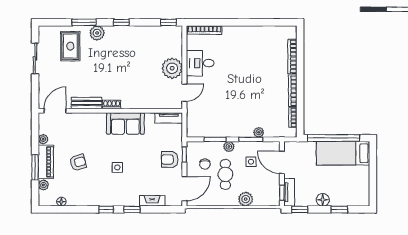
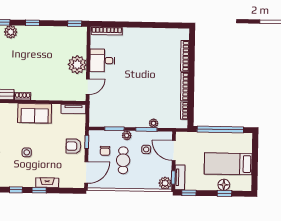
bed: (343, 153) -> (228, 164), moved
plant: (246, 199) -> (165, 183), moved
floor lamp: (323, 200) -> (224, 185), moved
fireplace: (152, 201) -> (47, 183), moved

